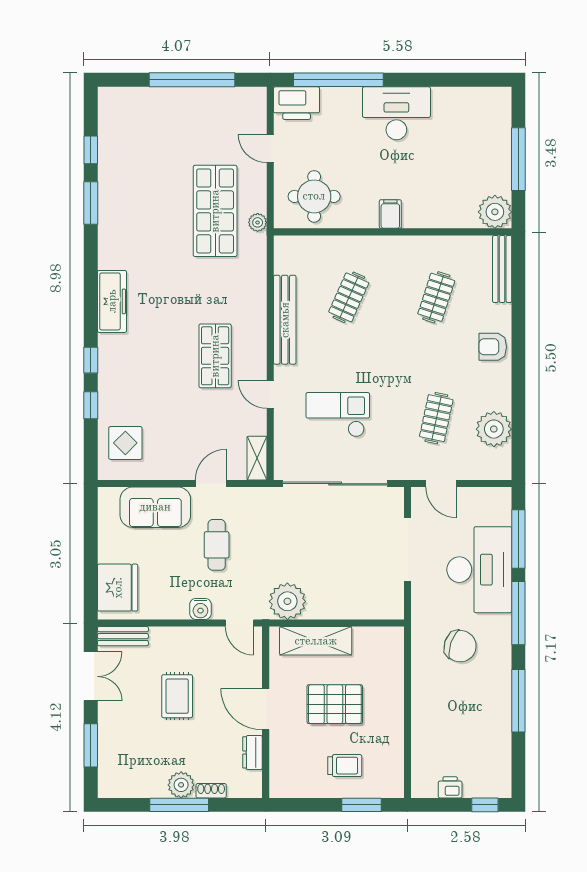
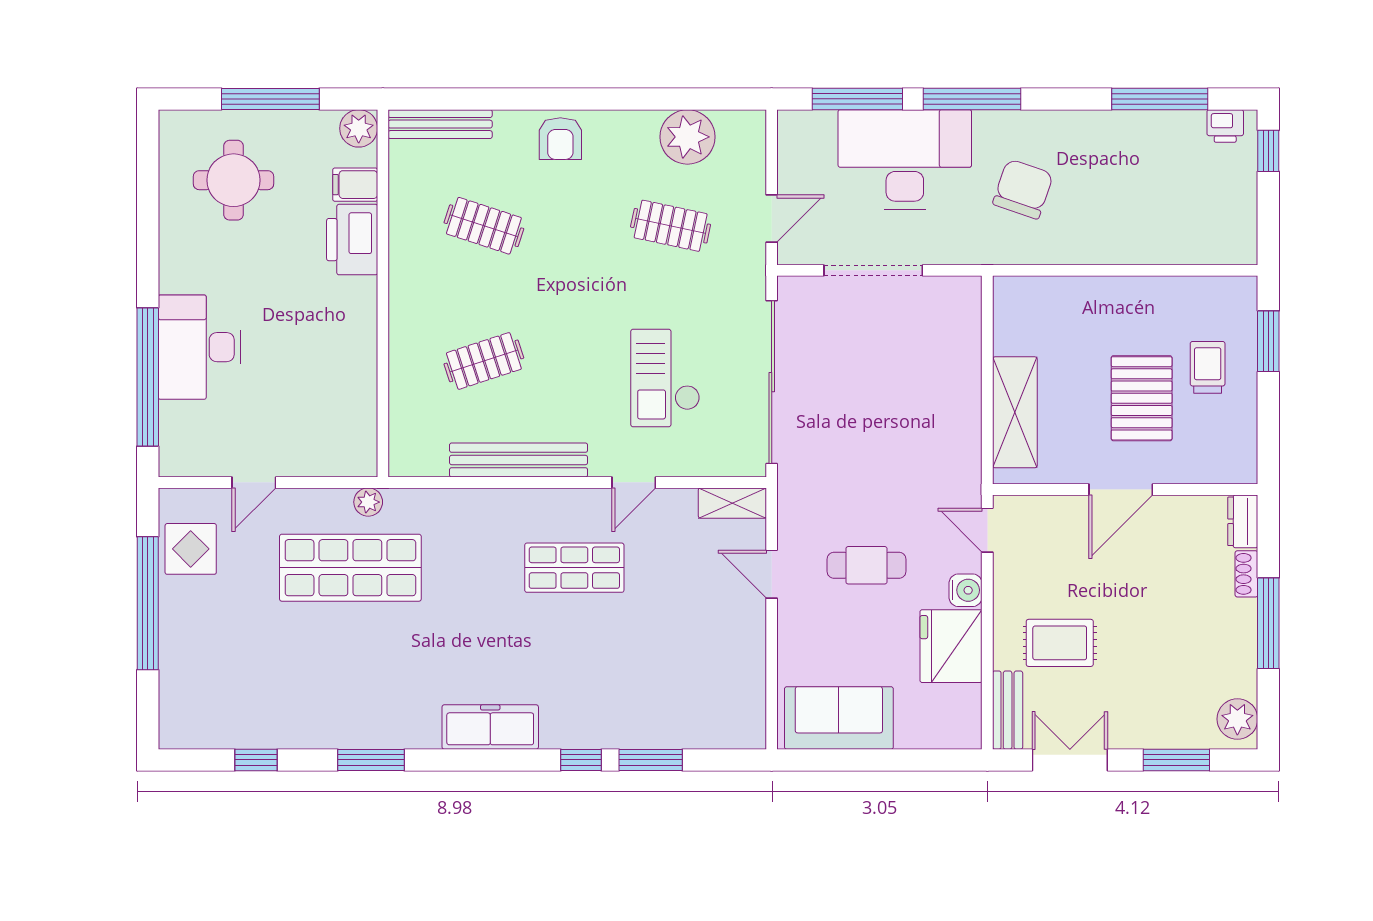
printer: (297, 103) -> (352, 240), moved, turned 180
desk: (396, 113) -> (200, 347), moved
round table: (314, 196) -> (234, 180), moved
window: (91, 203) -> (371, 760), moved
plant: (495, 212) -> (359, 128), width x0.73, depth x0.73
filing cabinet: (390, 214) -> (355, 185), moved
clothes rail: (349, 297) -> (484, 361), turned -42
window: (91, 405) -> (651, 760), width x1.50
display table: (125, 443) -> (191, 549), moved
sofa: (155, 507) -> (839, 718), moved, turned -90
fridge: (118, 588) -> (951, 646), moved, turned -90
plant: (287, 601) -> (954, 456), removed
door: (239, 623) -> (987, 530), swing flipped
rug: (177, 696) -> (1060, 643), moved
window: (518, 701) -> (1160, 99), moved
pallet: (335, 704) -> (1142, 398), moved
dresser: (253, 752) -> (1243, 521), moved, turned 90
plant: (181, 785) -> (1237, 719), moved
printer: (450, 787) -> (1225, 126), moved, turned -90

